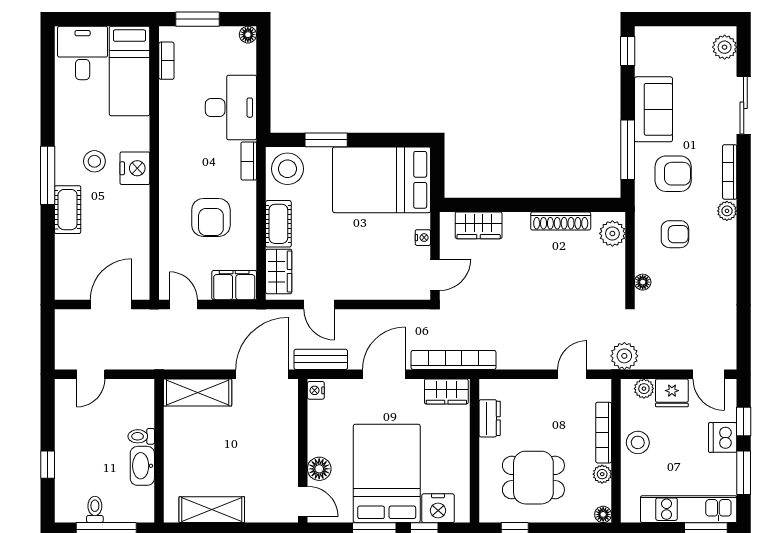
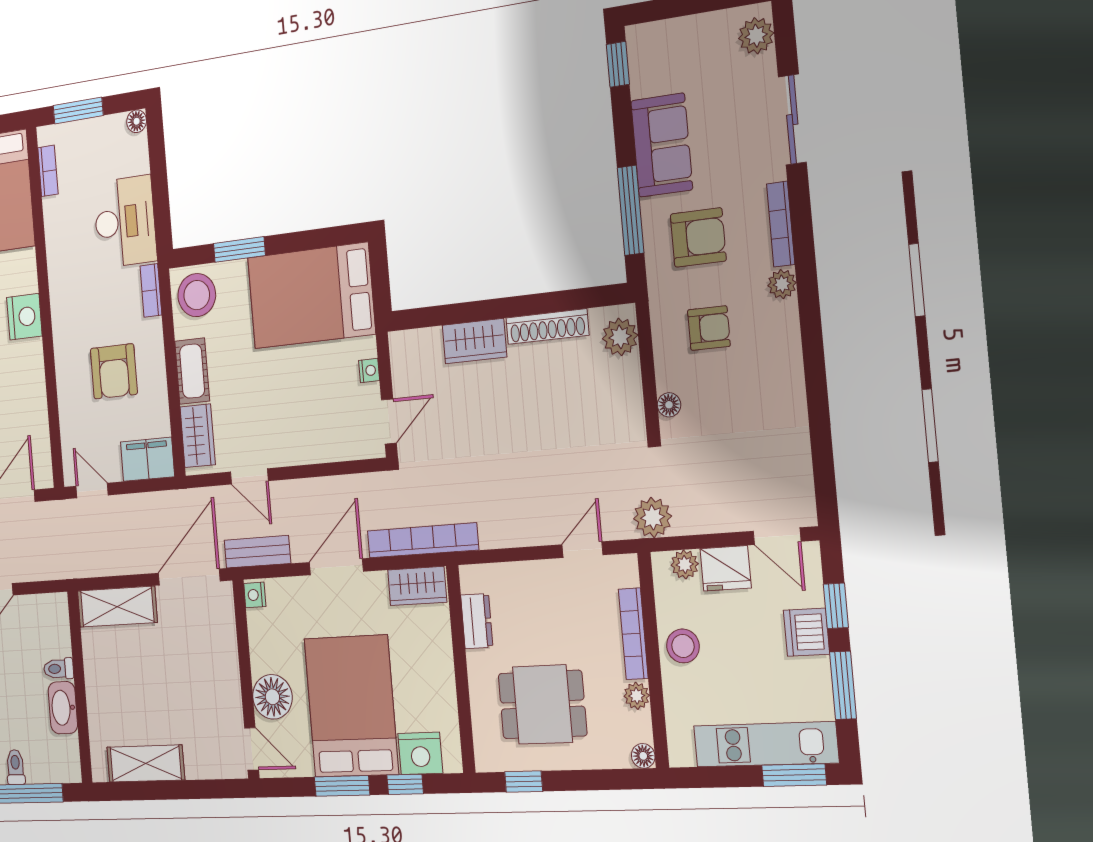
wardrobe: (479, 225) -> (474, 341), moved
floor lamp: (319, 469) -> (272, 697), width x1.38, depth x1.38

